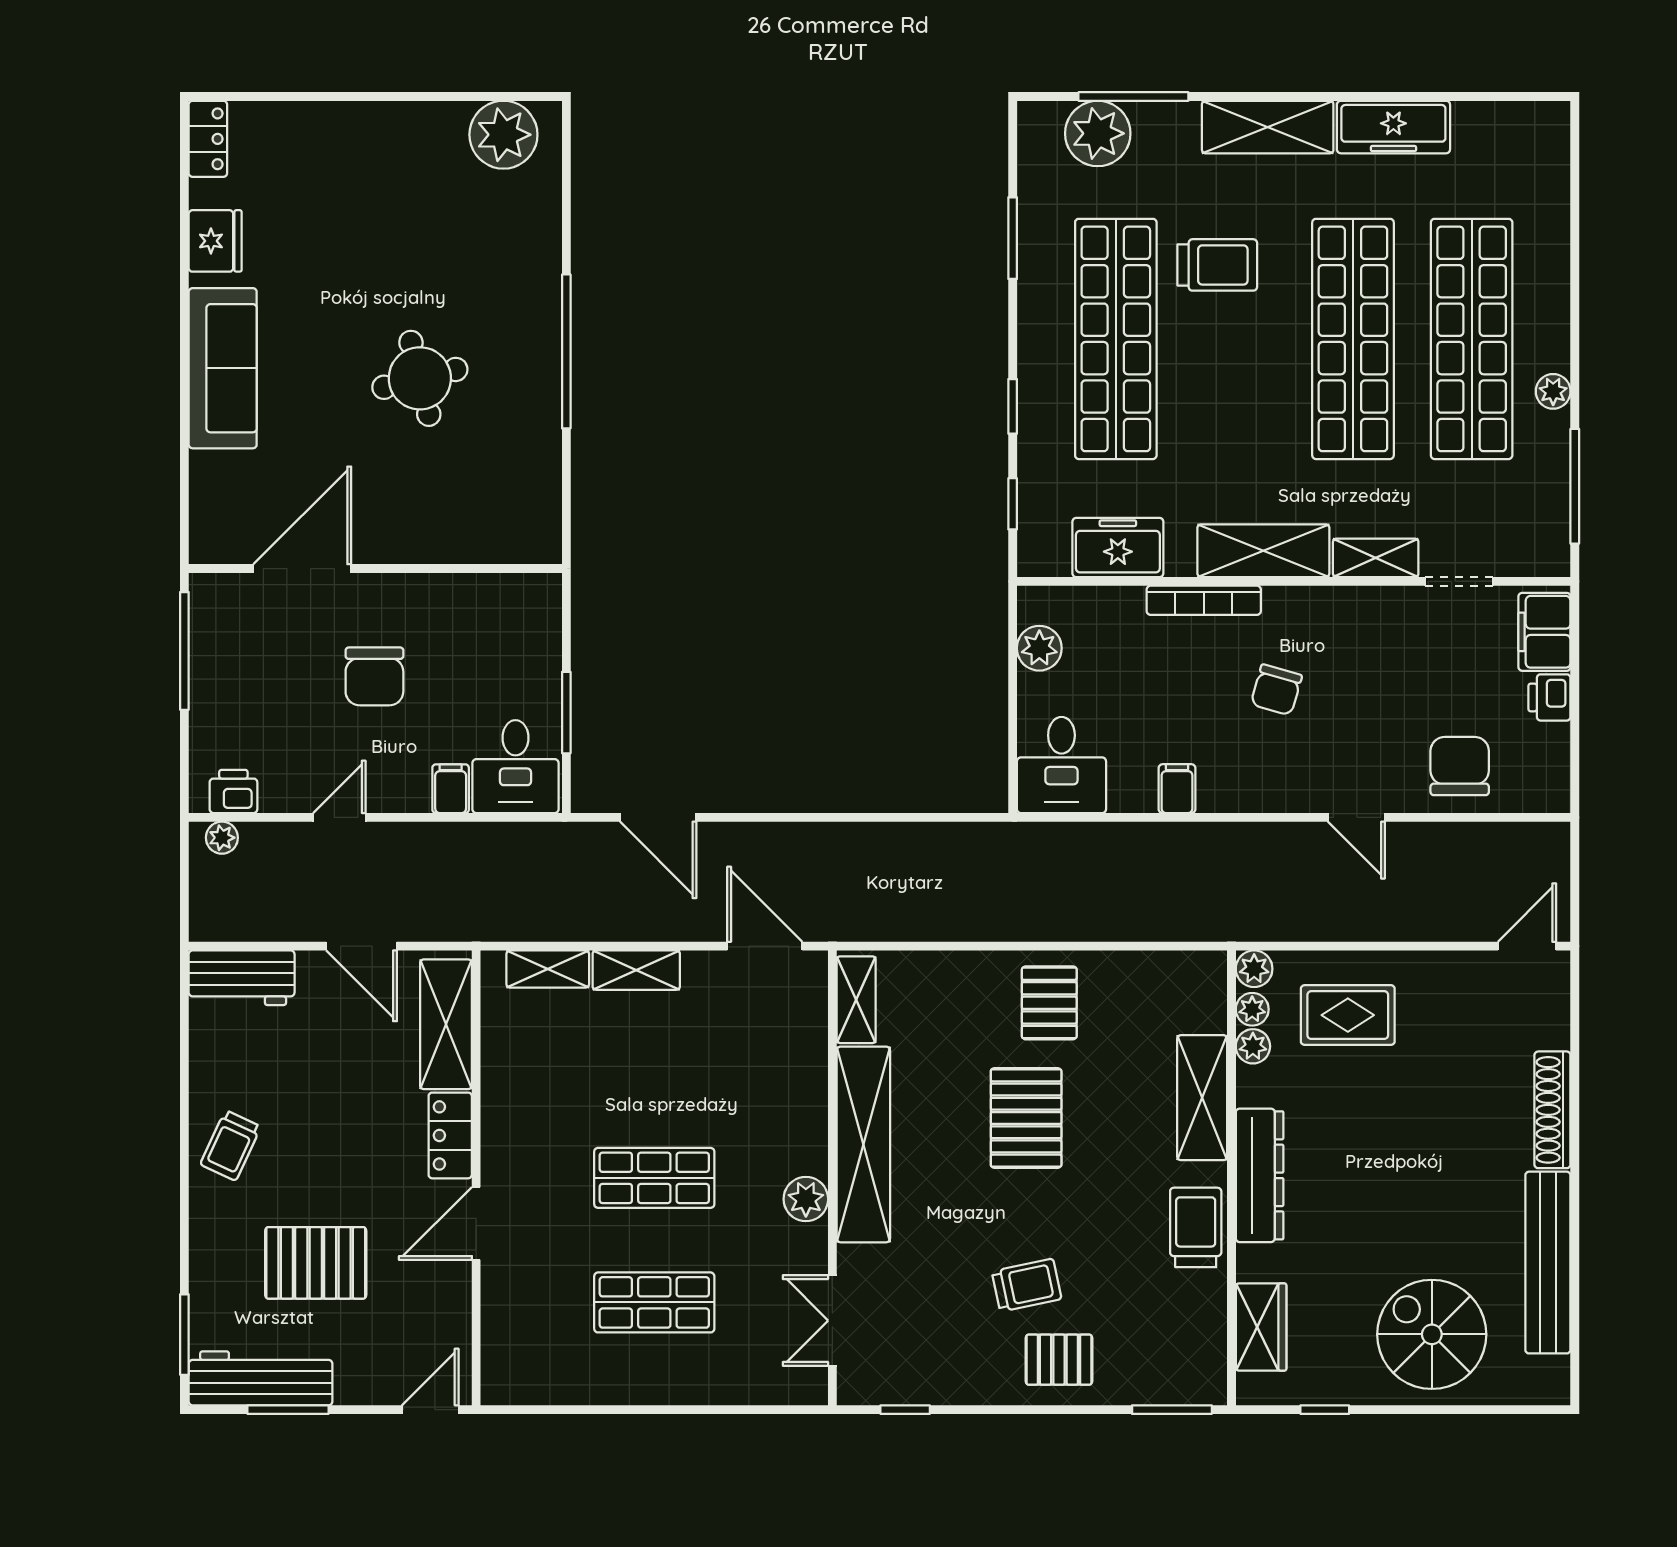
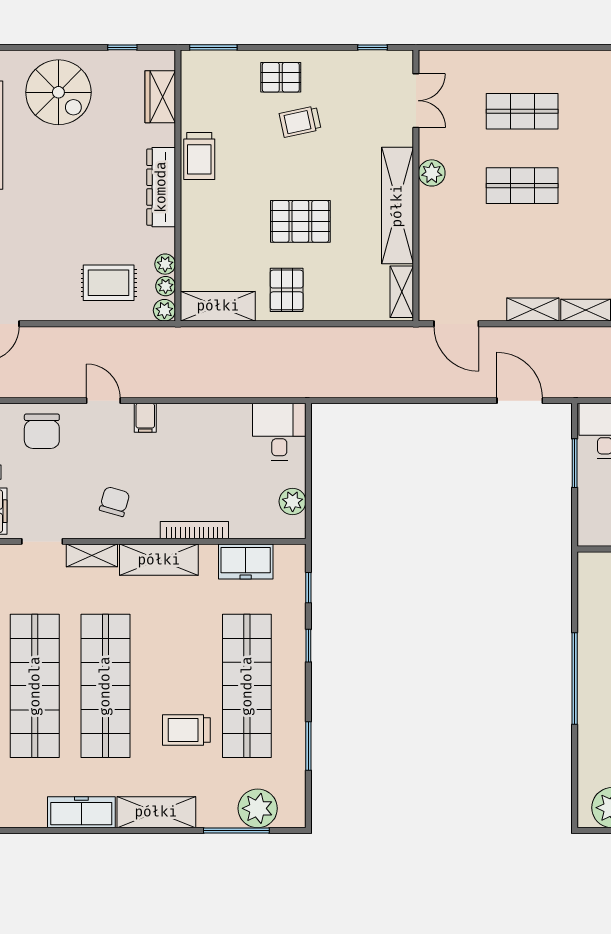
chair: (1276, 690) -> (115, 502), moved
filing cabinet: (1177, 789) -> (145, 418), moved
shelving: (1202, 1098) -> (218, 306), moved, turned 90
pallet: (1026, 1118) -> (300, 221), turned 90

